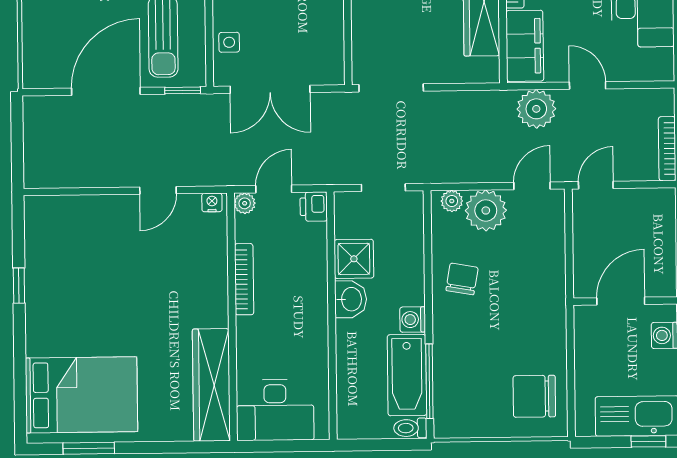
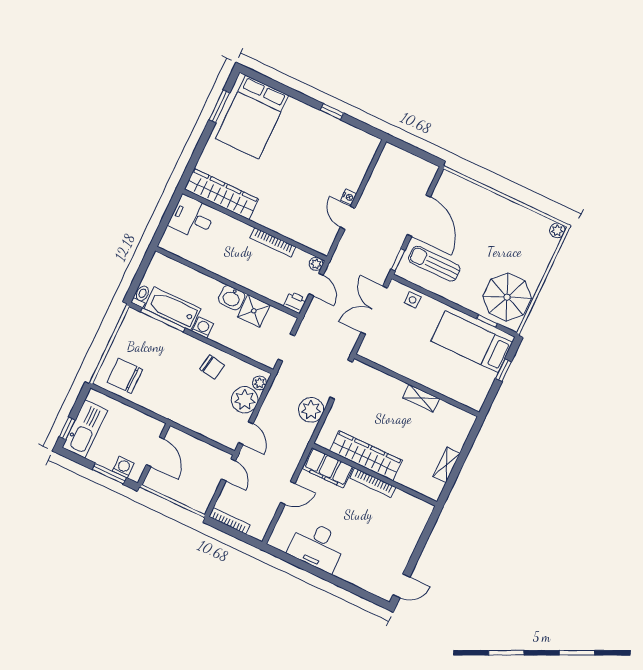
plant: (536, 109) -> (311, 410), moved
nightstand: (212, 202) -> (349, 197), moved
chair: (534, 396) -> (125, 376), turned -90
desk: (275, 410) -> (192, 217), width x0.73

